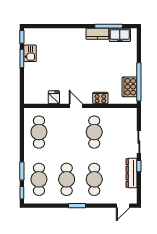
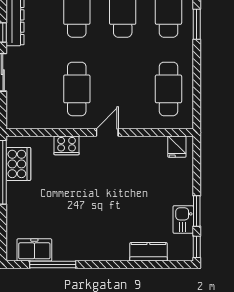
kitchen counter: (97, 34) -> (148, 252), moved
fridge: (54, 97) -> (177, 147), moved
door: (76, 106) -> (107, 132), swing flipped

